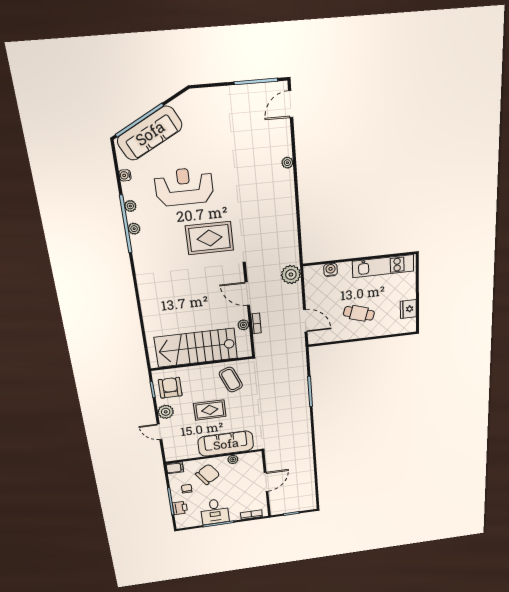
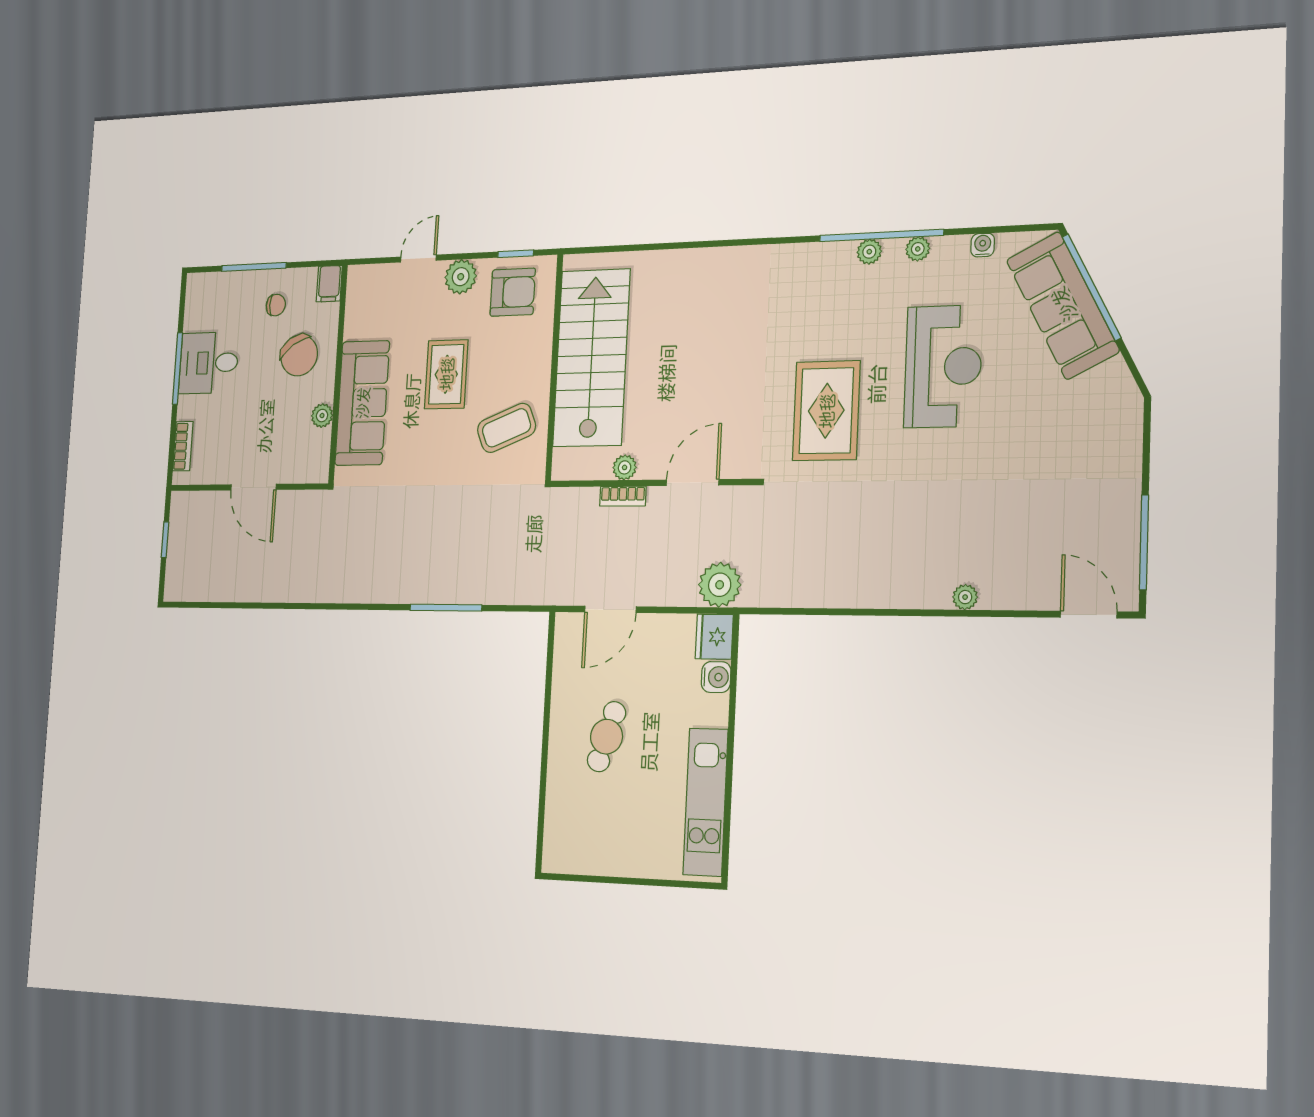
fridge: (408, 309) -> (714, 637), moved, turned -90
printer: (180, 508) -> (234, 286), removed

